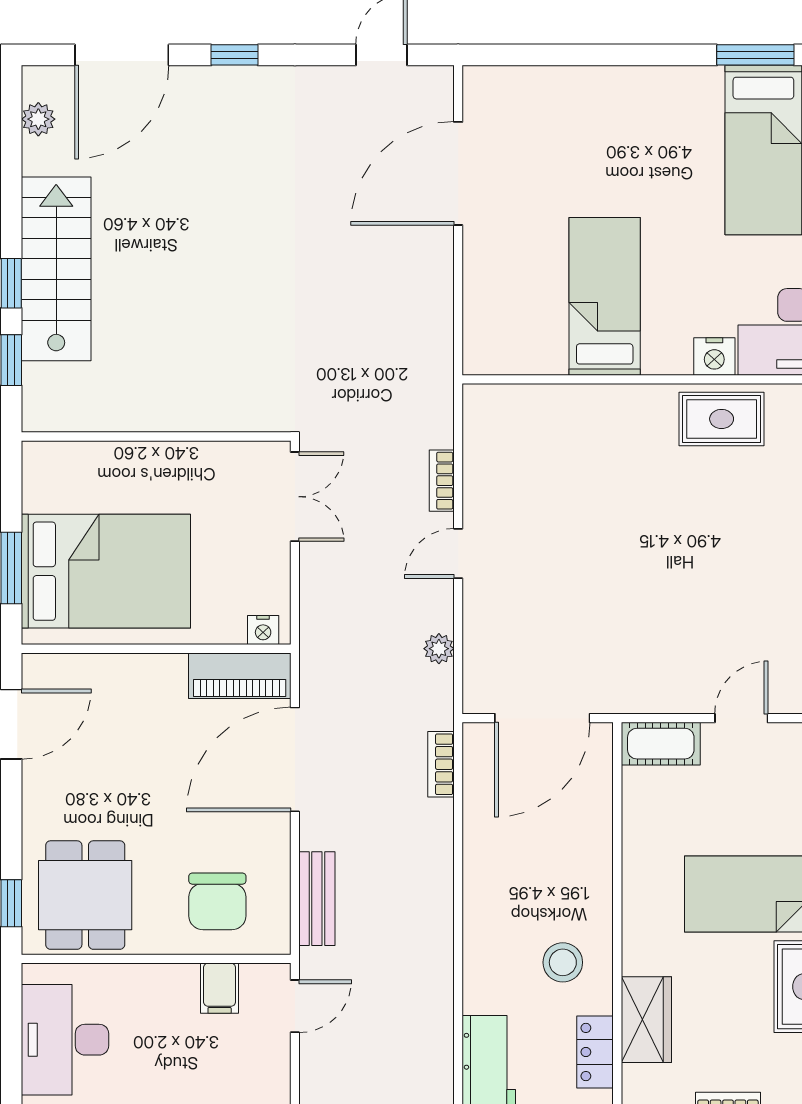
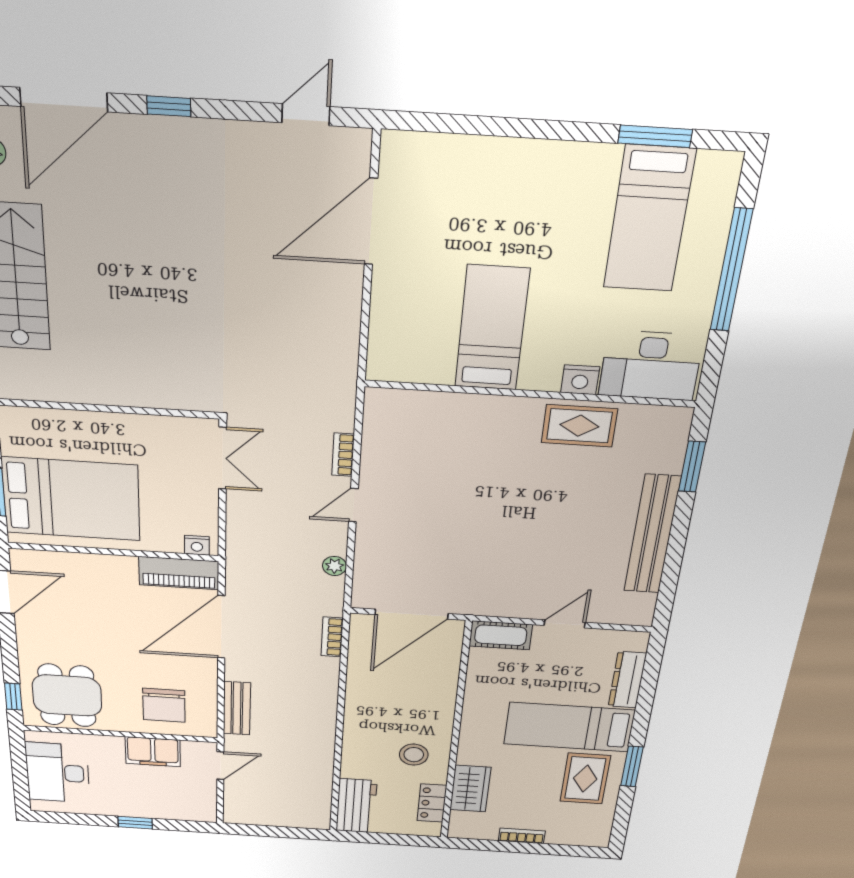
filing cabinet: (220, 988) -> (153, 752), width x2.00

